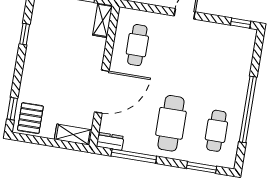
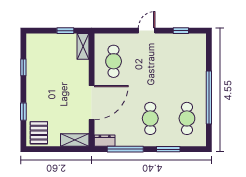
window: (241, 23) -> (181, 31), moved
window: (12, 109) -> (23, 112), moved
cafe table: (171, 123) -> (150, 118), width x0.73, depth x0.74
window: (202, 167) -> (168, 149), moved

